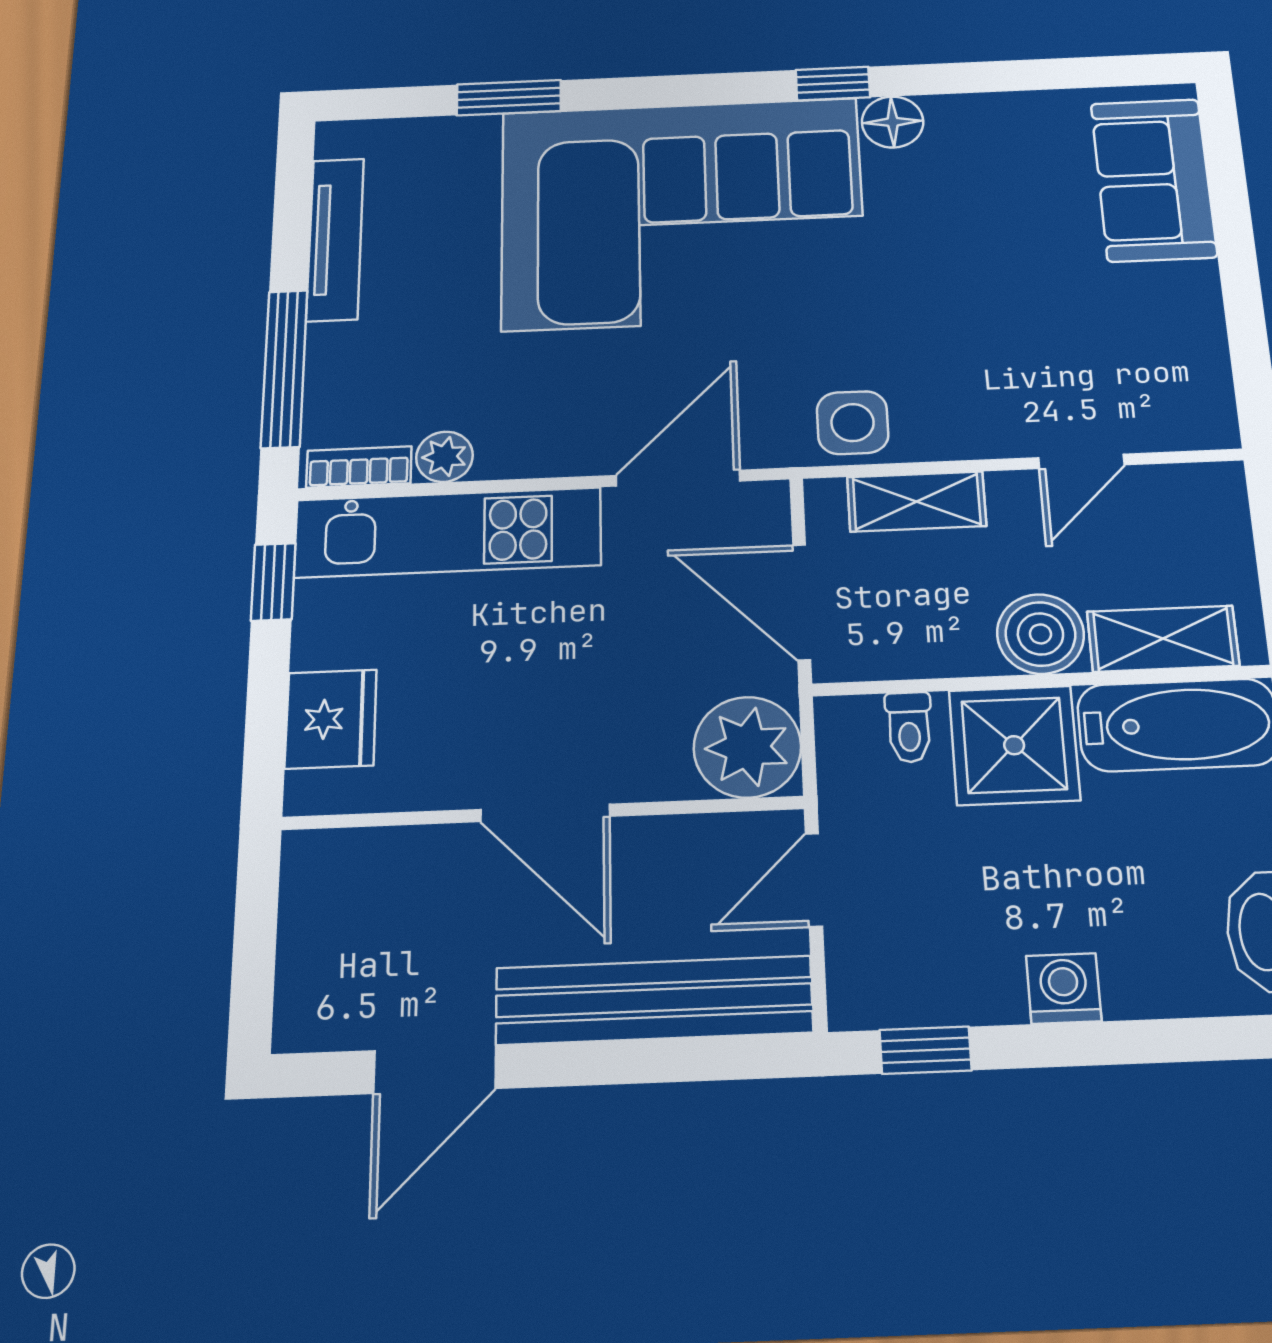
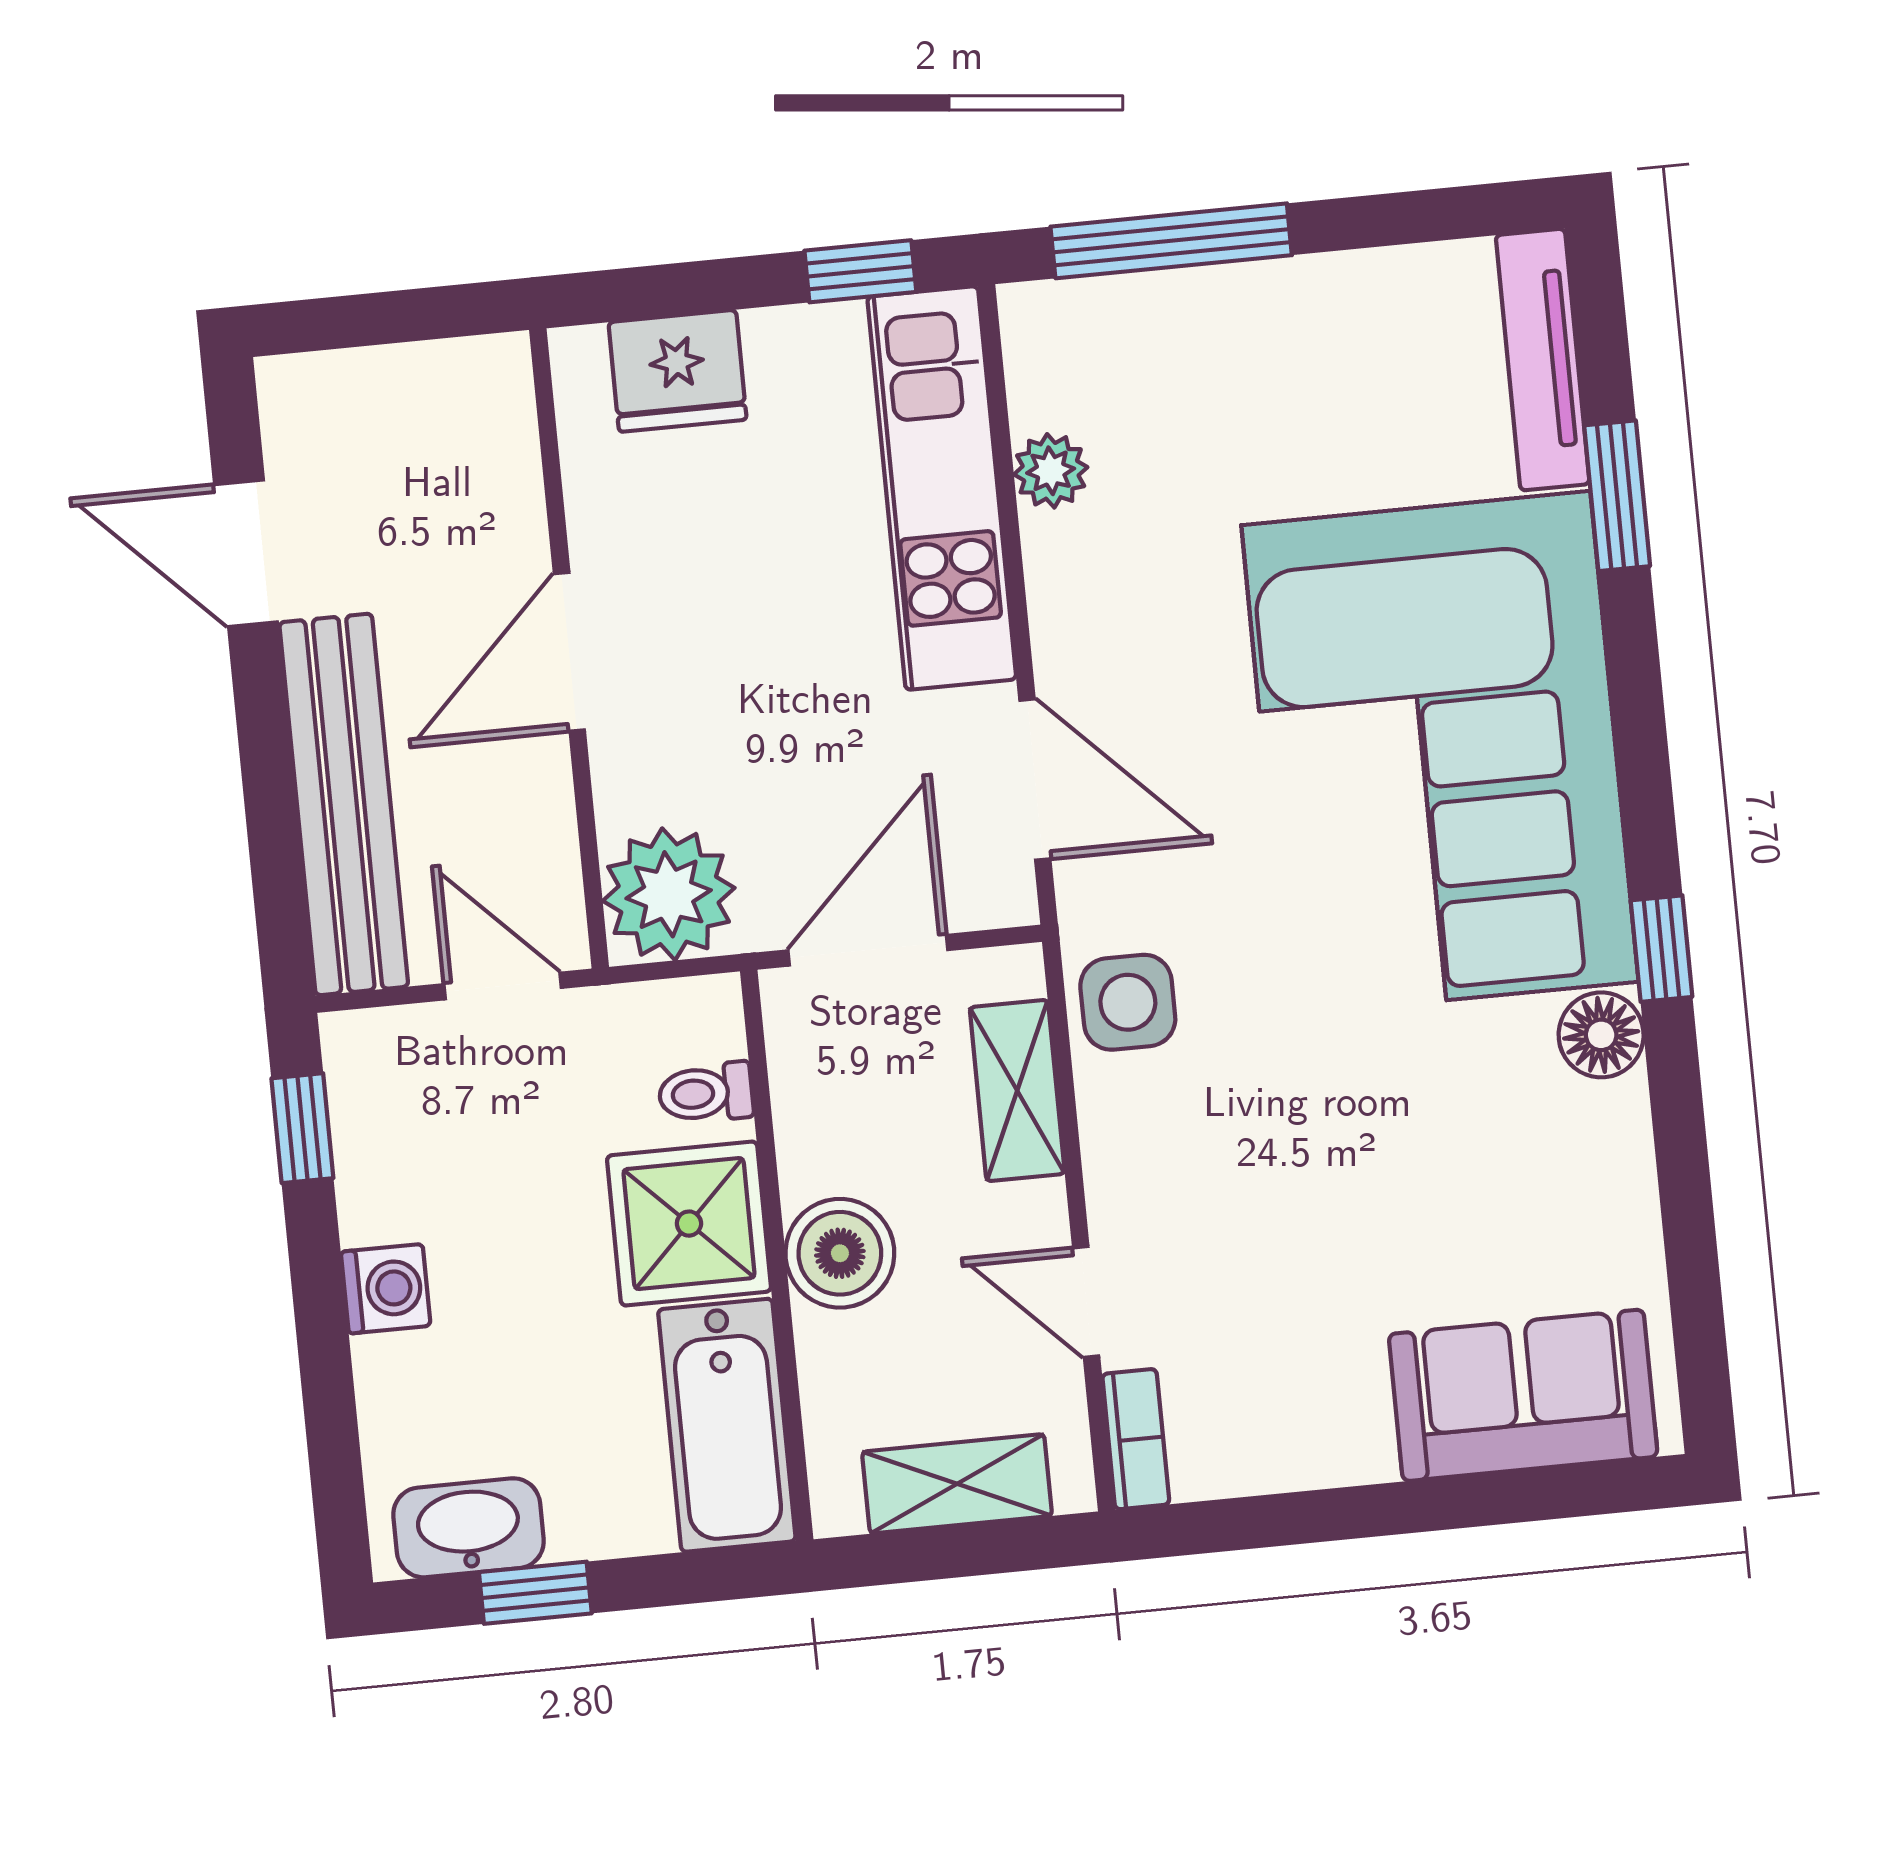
tv unit: (335, 239) -> (1543, 360), moved, turned 90
bookcase: (359, 467) -> (1136, 1439), moved
shelving: (1163, 639) -> (957, 1484), moved, turned 90

